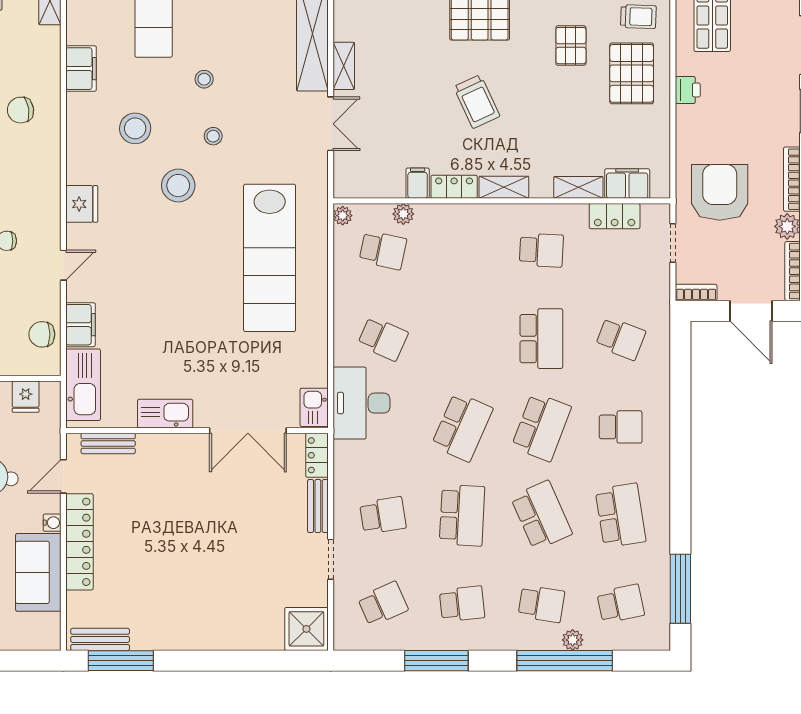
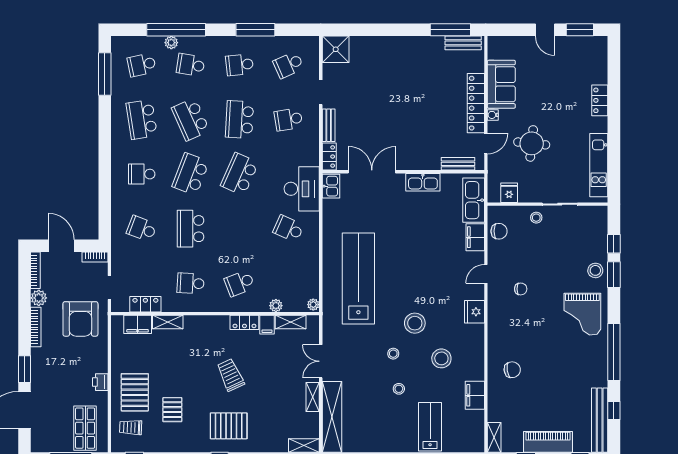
shelving: (504, 187) -> (291, 322), moved
school desk: (383, 250) -> (240, 283), moved, turned -33

